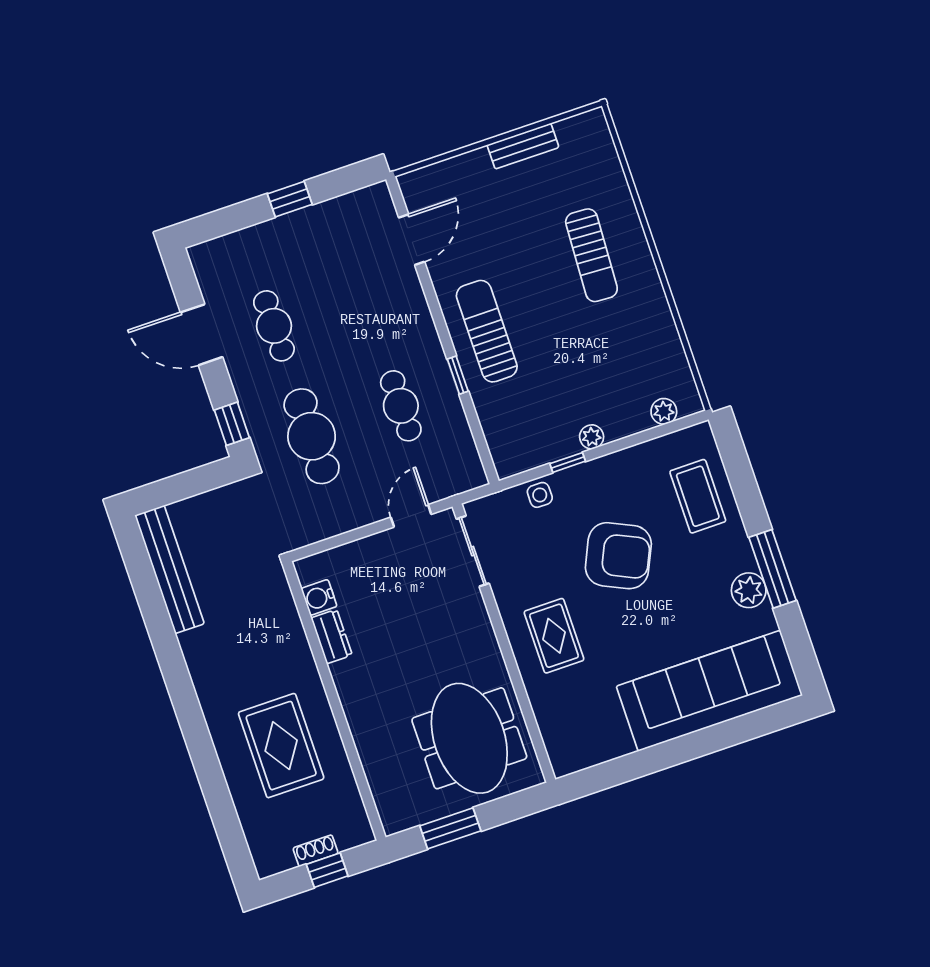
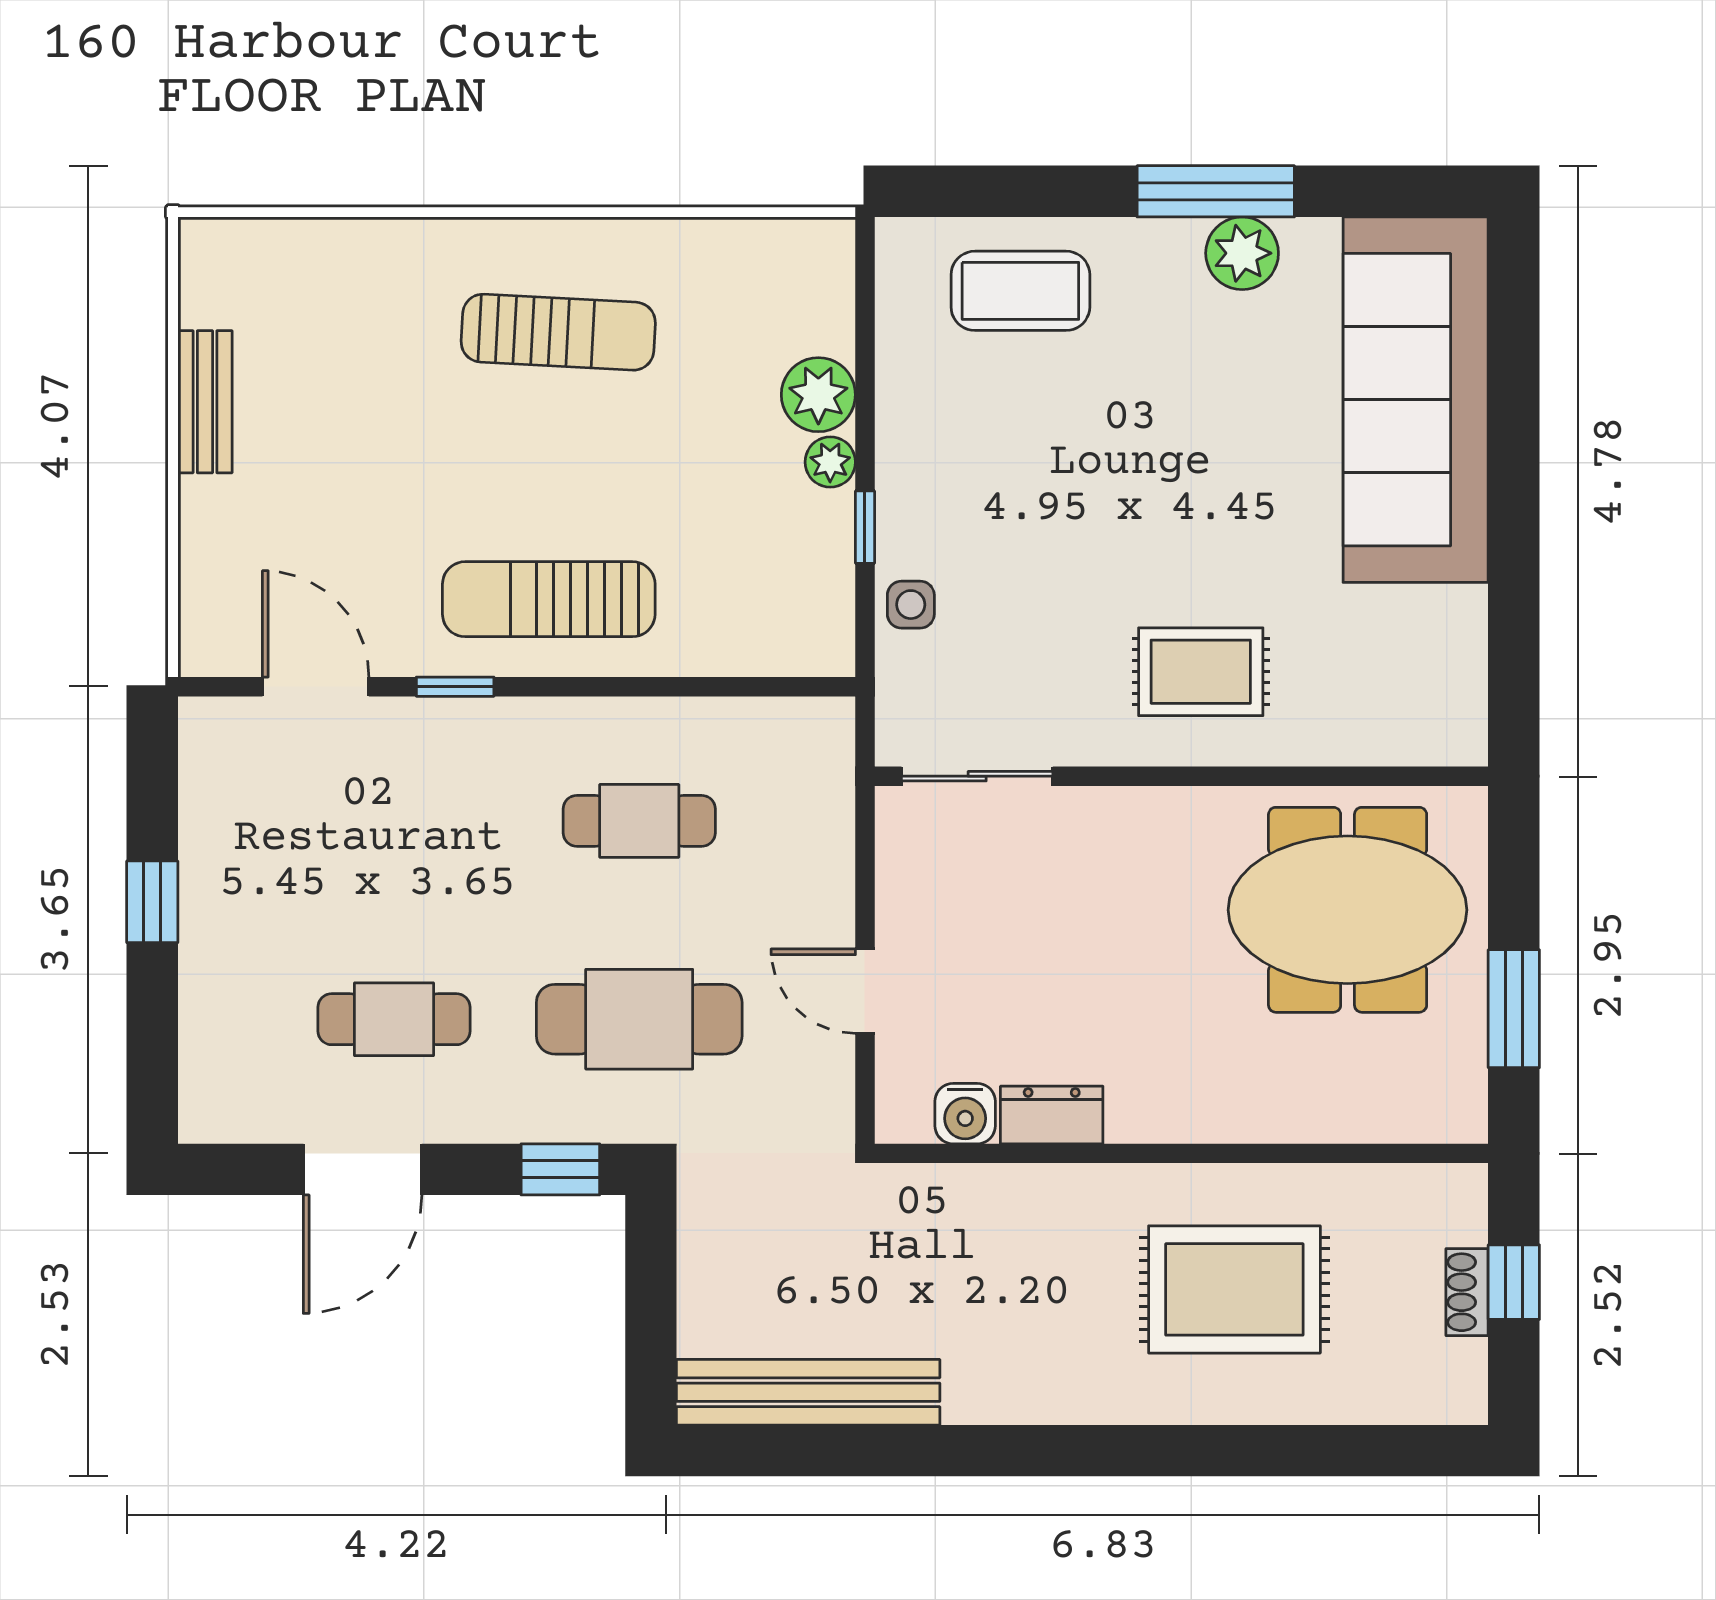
sun lounger: (591, 255) -> (558, 332), moved
window: (458, 375) -> (455, 687), moved
plant: (664, 411) -> (818, 395), moved, width x1.38, depth x1.38
door: (411, 516) -> (865, 991), moved
armchair: (618, 556) -> (1085, 489), removed

